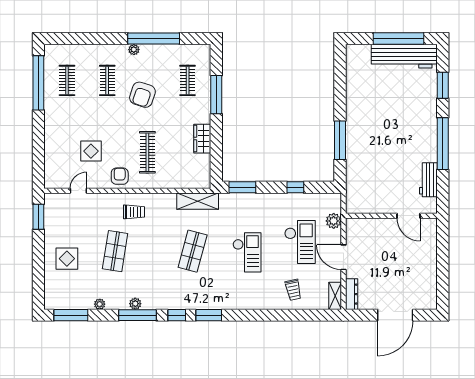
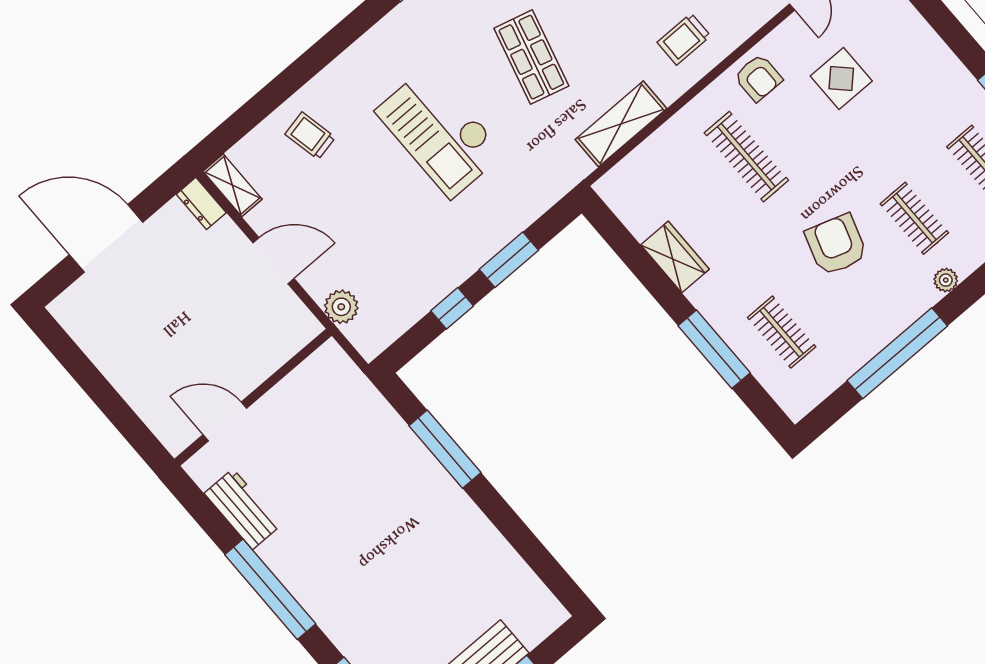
plant: (134, 50) -> (946, 280), moved
window: (242, 187) -> (509, 260), moved
shelving: (198, 201) -> (621, 124), moved
checkout: (300, 242) -> (367, 224), removed
checkout: (247, 252) -> (440, 132), width x1.36, depth x1.21
dresser: (352, 294) -> (201, 203), width x0.70
door: (395, 315) -> (106, 238), hinge flipped

